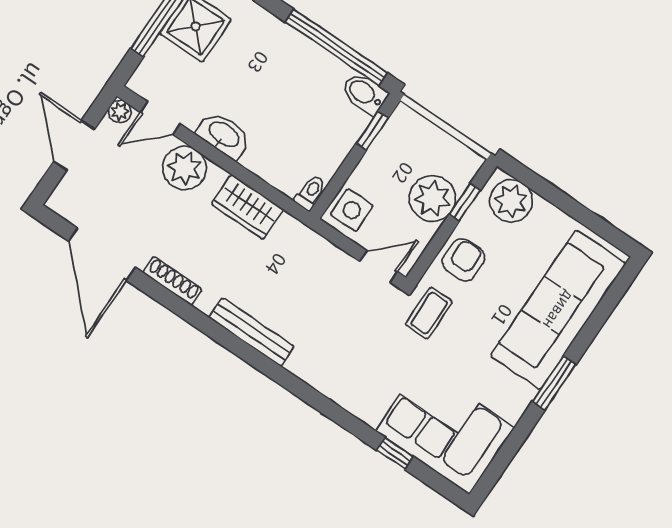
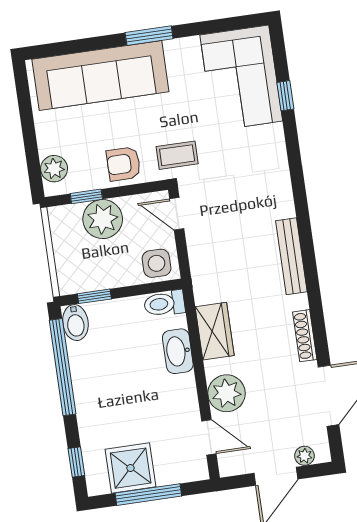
plant: (120, 111) -> (304, 456), moved
washbasin: (224, 135) -> (178, 351), moved
toilet: (310, 193) -> (164, 304), width x1.37, depth x1.39
plant: (511, 201) -> (54, 169), width x0.73, depth x0.73

